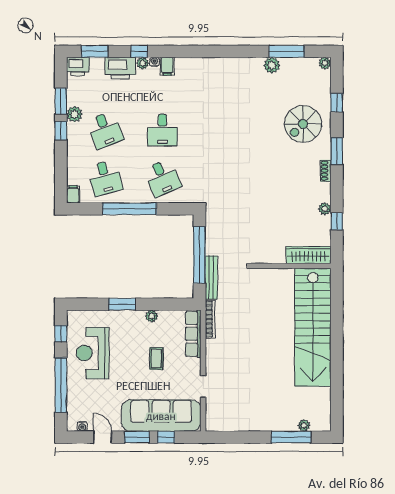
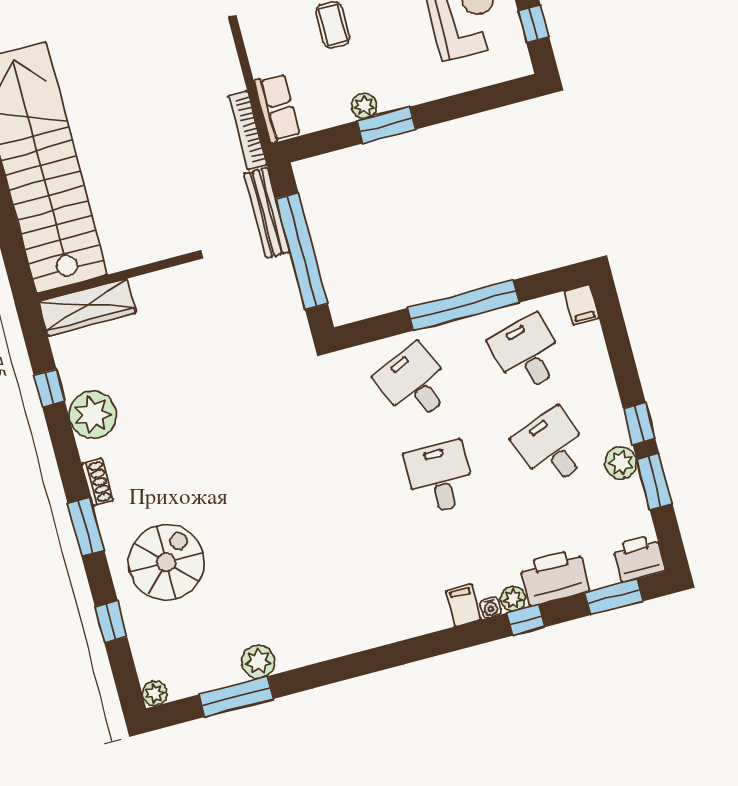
plant: (325, 209) -> (93, 415), width x1.87, depth x1.87
window: (122, 304) -> (387, 125), moved
row of seats: (193, 334) -> (277, 108), width x0.68

